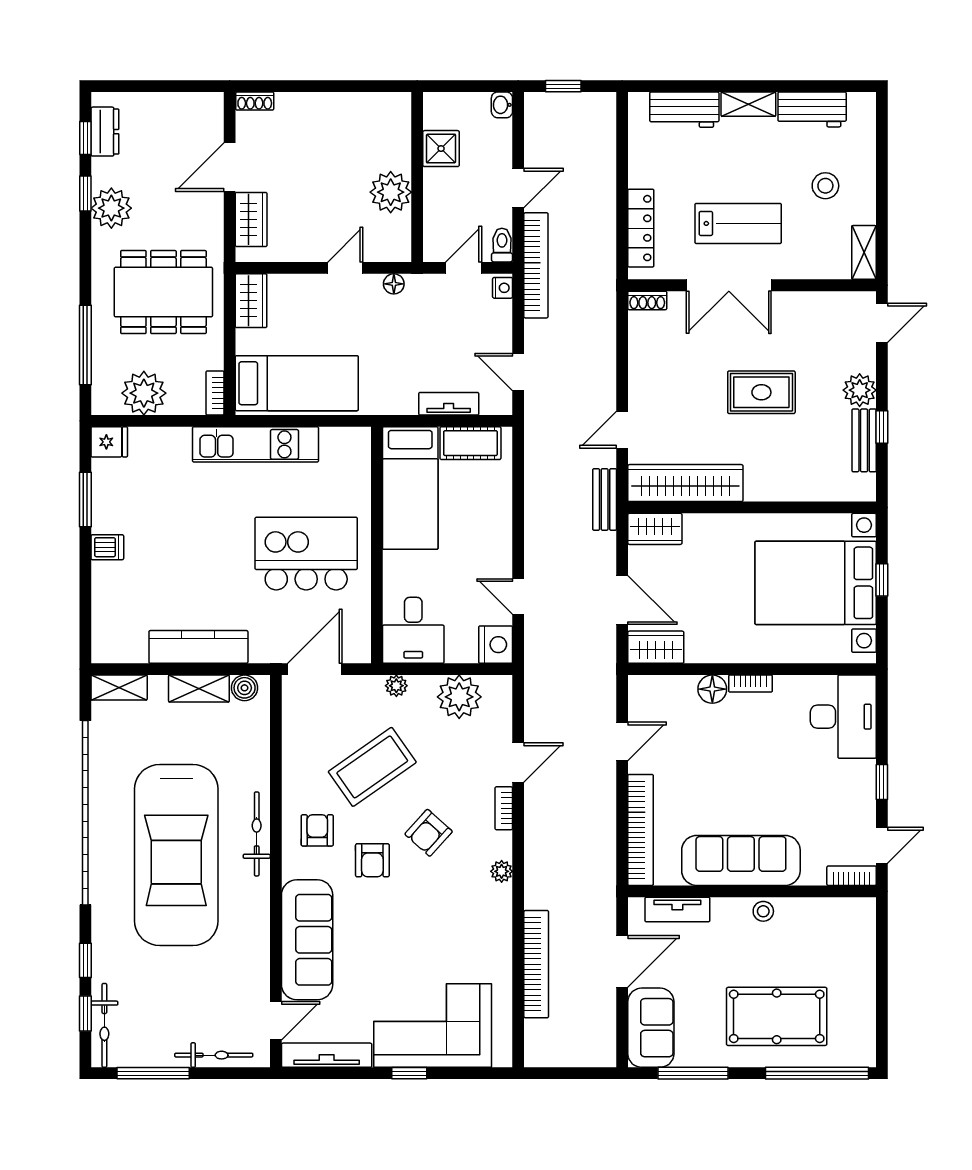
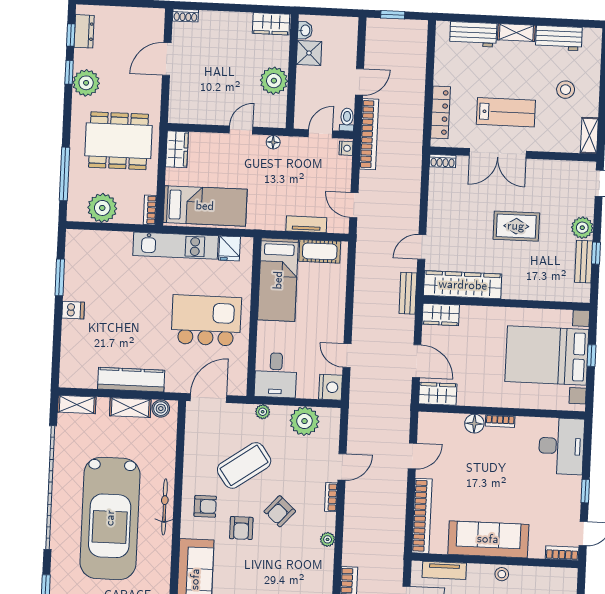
washbasin: (502, 105) -> (305, 30), moved, turned 180
wardrobe: (251, 219) -> (271, 24), moved, turned 90
fridge: (109, 442) -> (229, 248), moved, turned 90
armchair: (317, 830) -> (205, 506), turned 90

